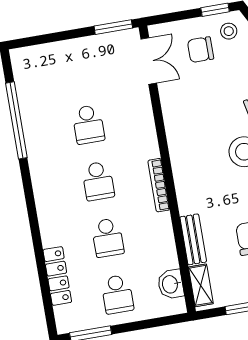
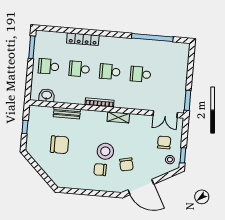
locker: (57, 276) -> (83, 39), moved
shelving: (201, 285) -> (118, 117), moved

